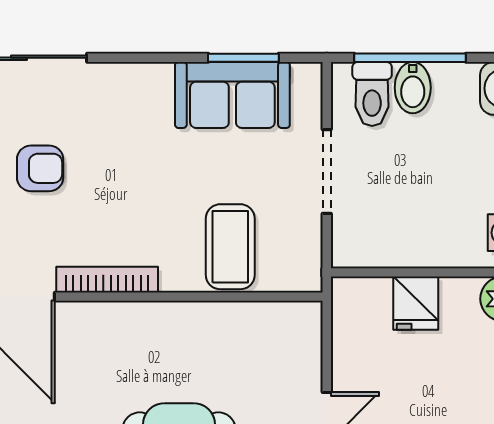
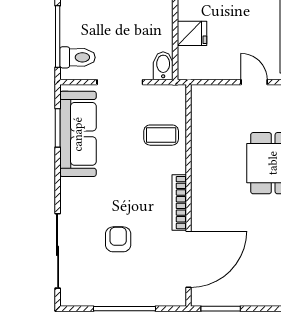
bidet: (413, 88) -> (163, 66), moved, turned -90
sofa: (232, 95) -> (78, 134), width x1.36
coffee table: (230, 247) -> (161, 135), width x0.73, depth x0.77

